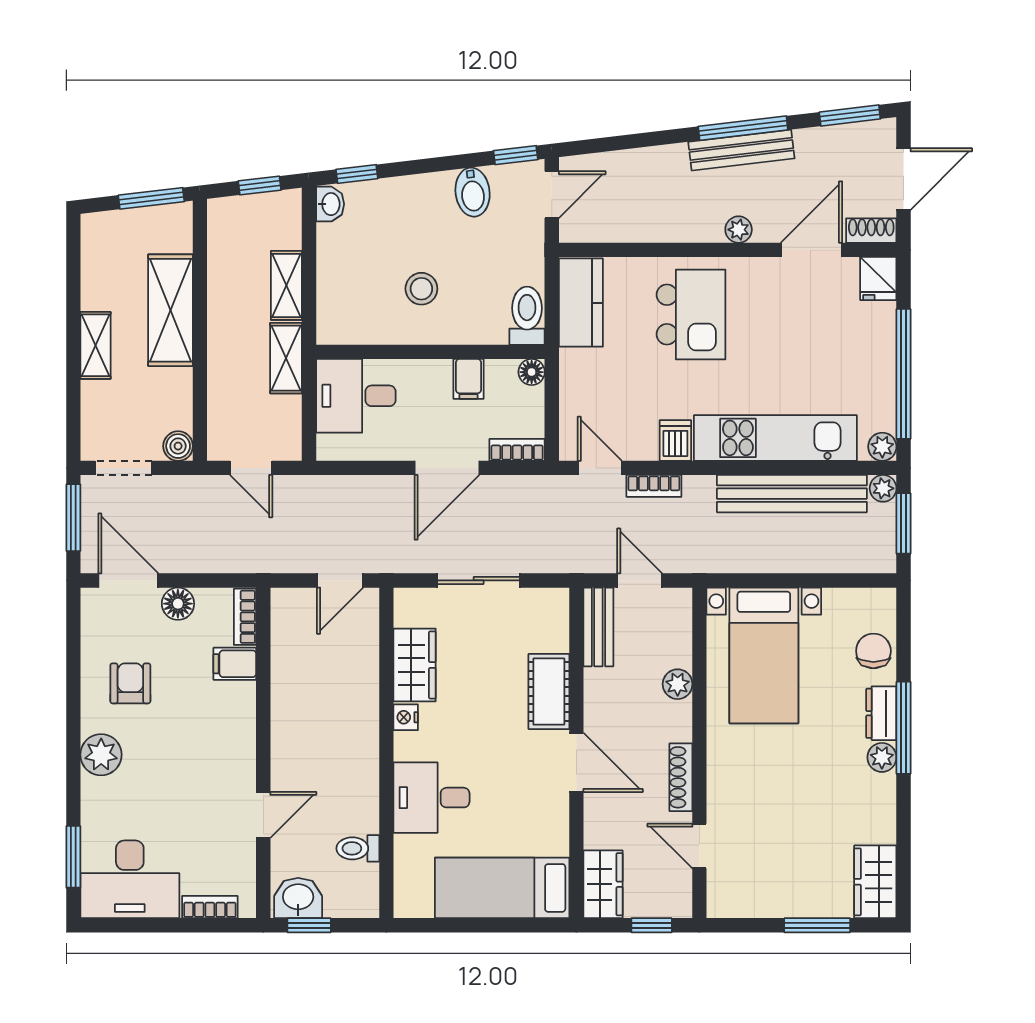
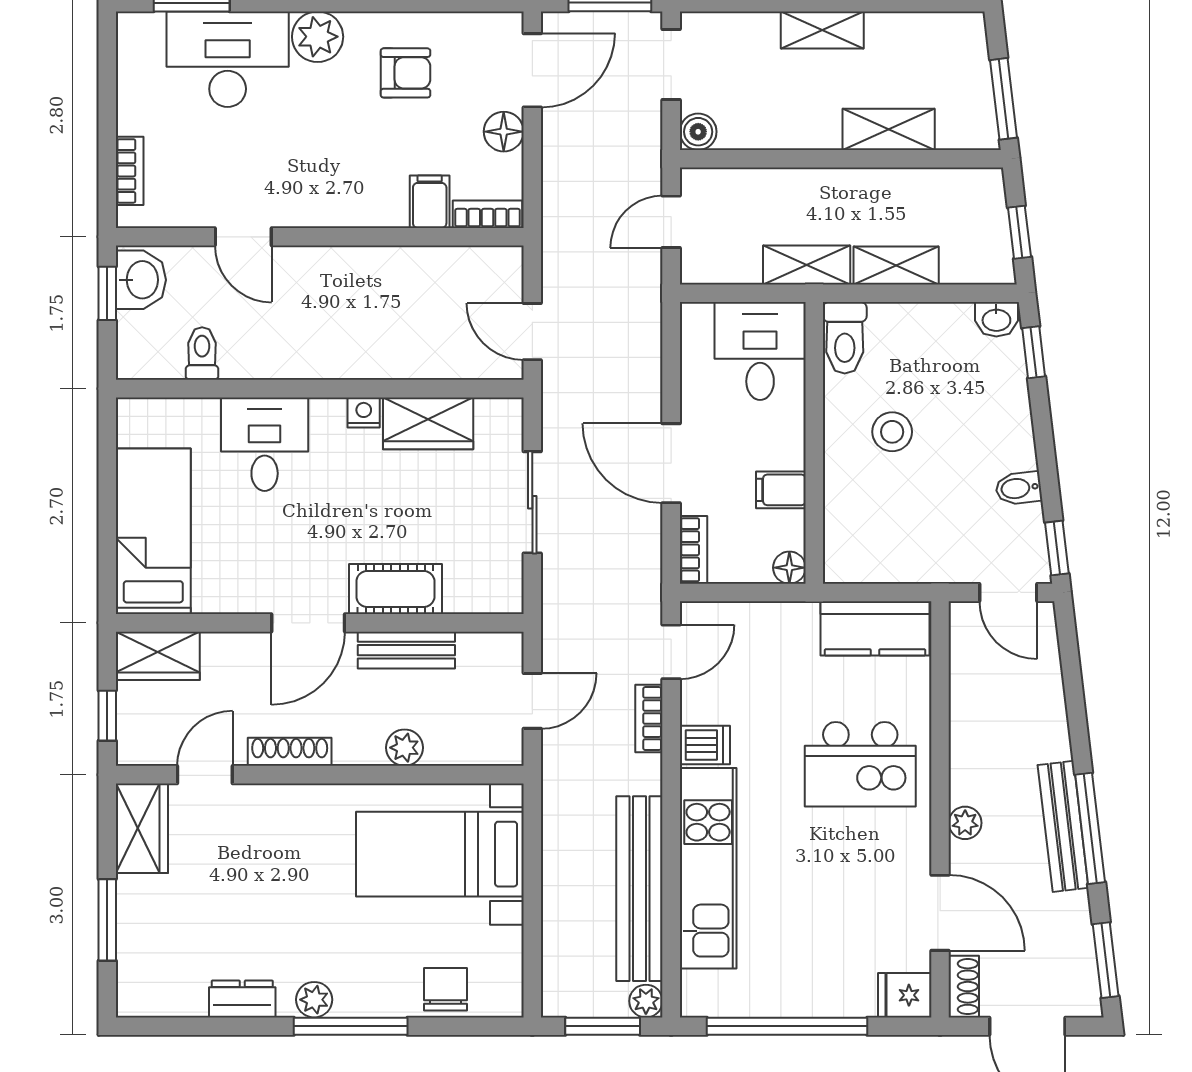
bidet: (473, 192) -> (1019, 488), width x0.72, depth x0.74
shelving: (171, 310) -> (889, 129), width x0.67, depth x0.75
toilet: (527, 316) -> (845, 338), moved, turned 90
plant: (882, 447) -> (697, 1000), removed
bench: (598, 627) -> (406, 650), moved
chair: (873, 651) -> (445, 989), turned -90
dresser: (881, 713) -> (242, 999), moved
desk: (130, 879) -> (228, 59), moved, turned 90
wardrobe: (875, 882) -> (142, 828), moved, turned 90

